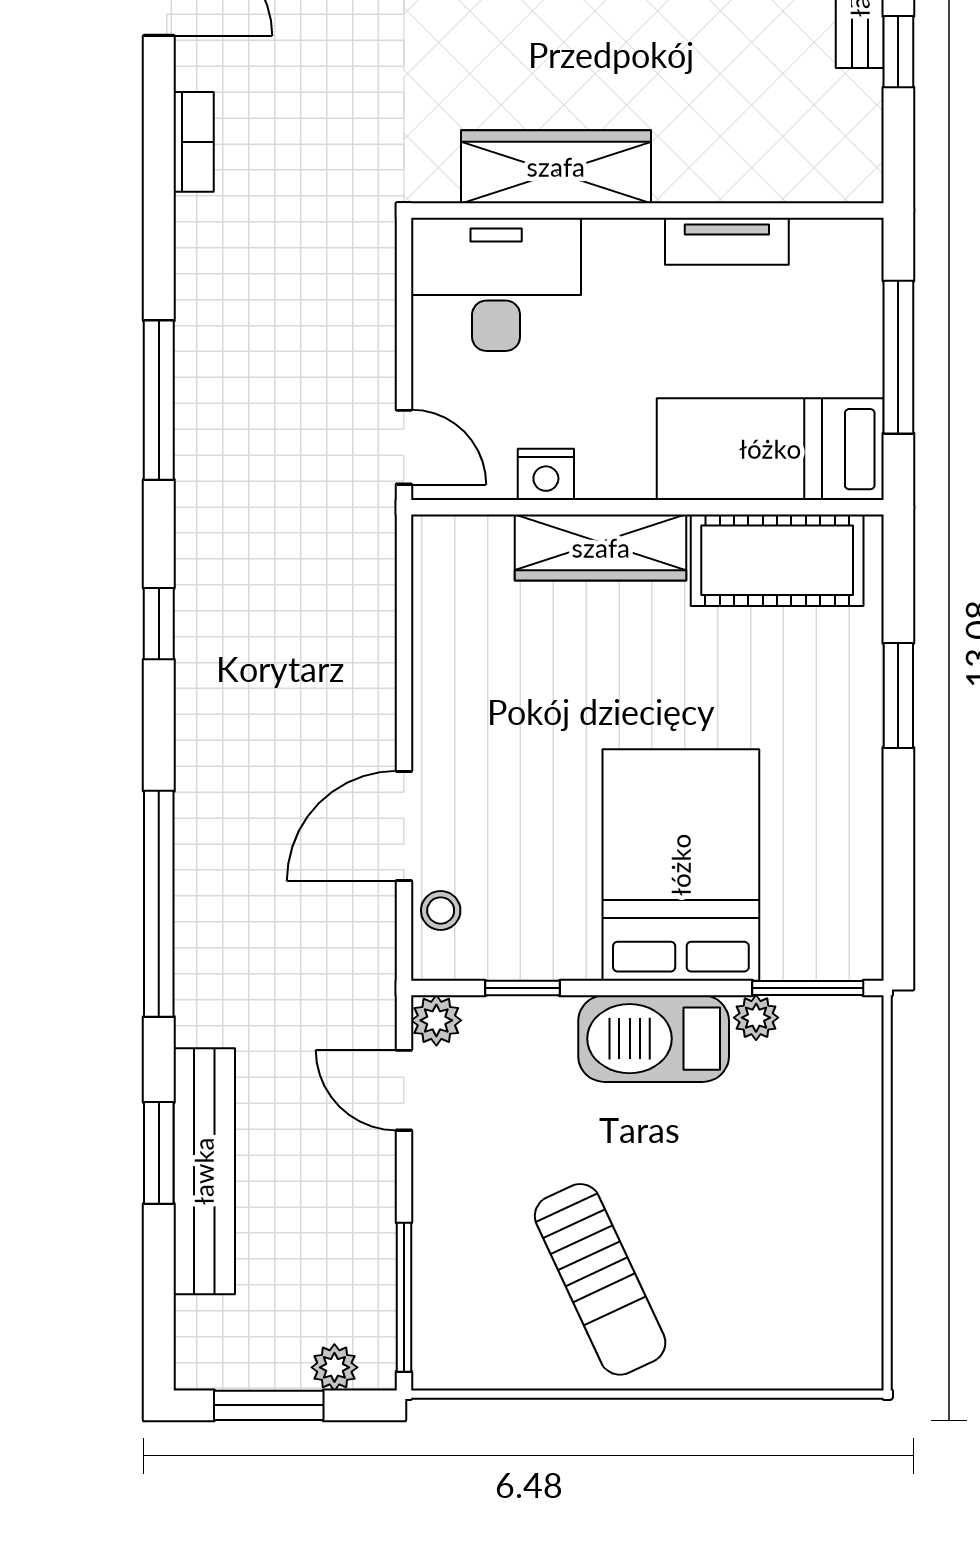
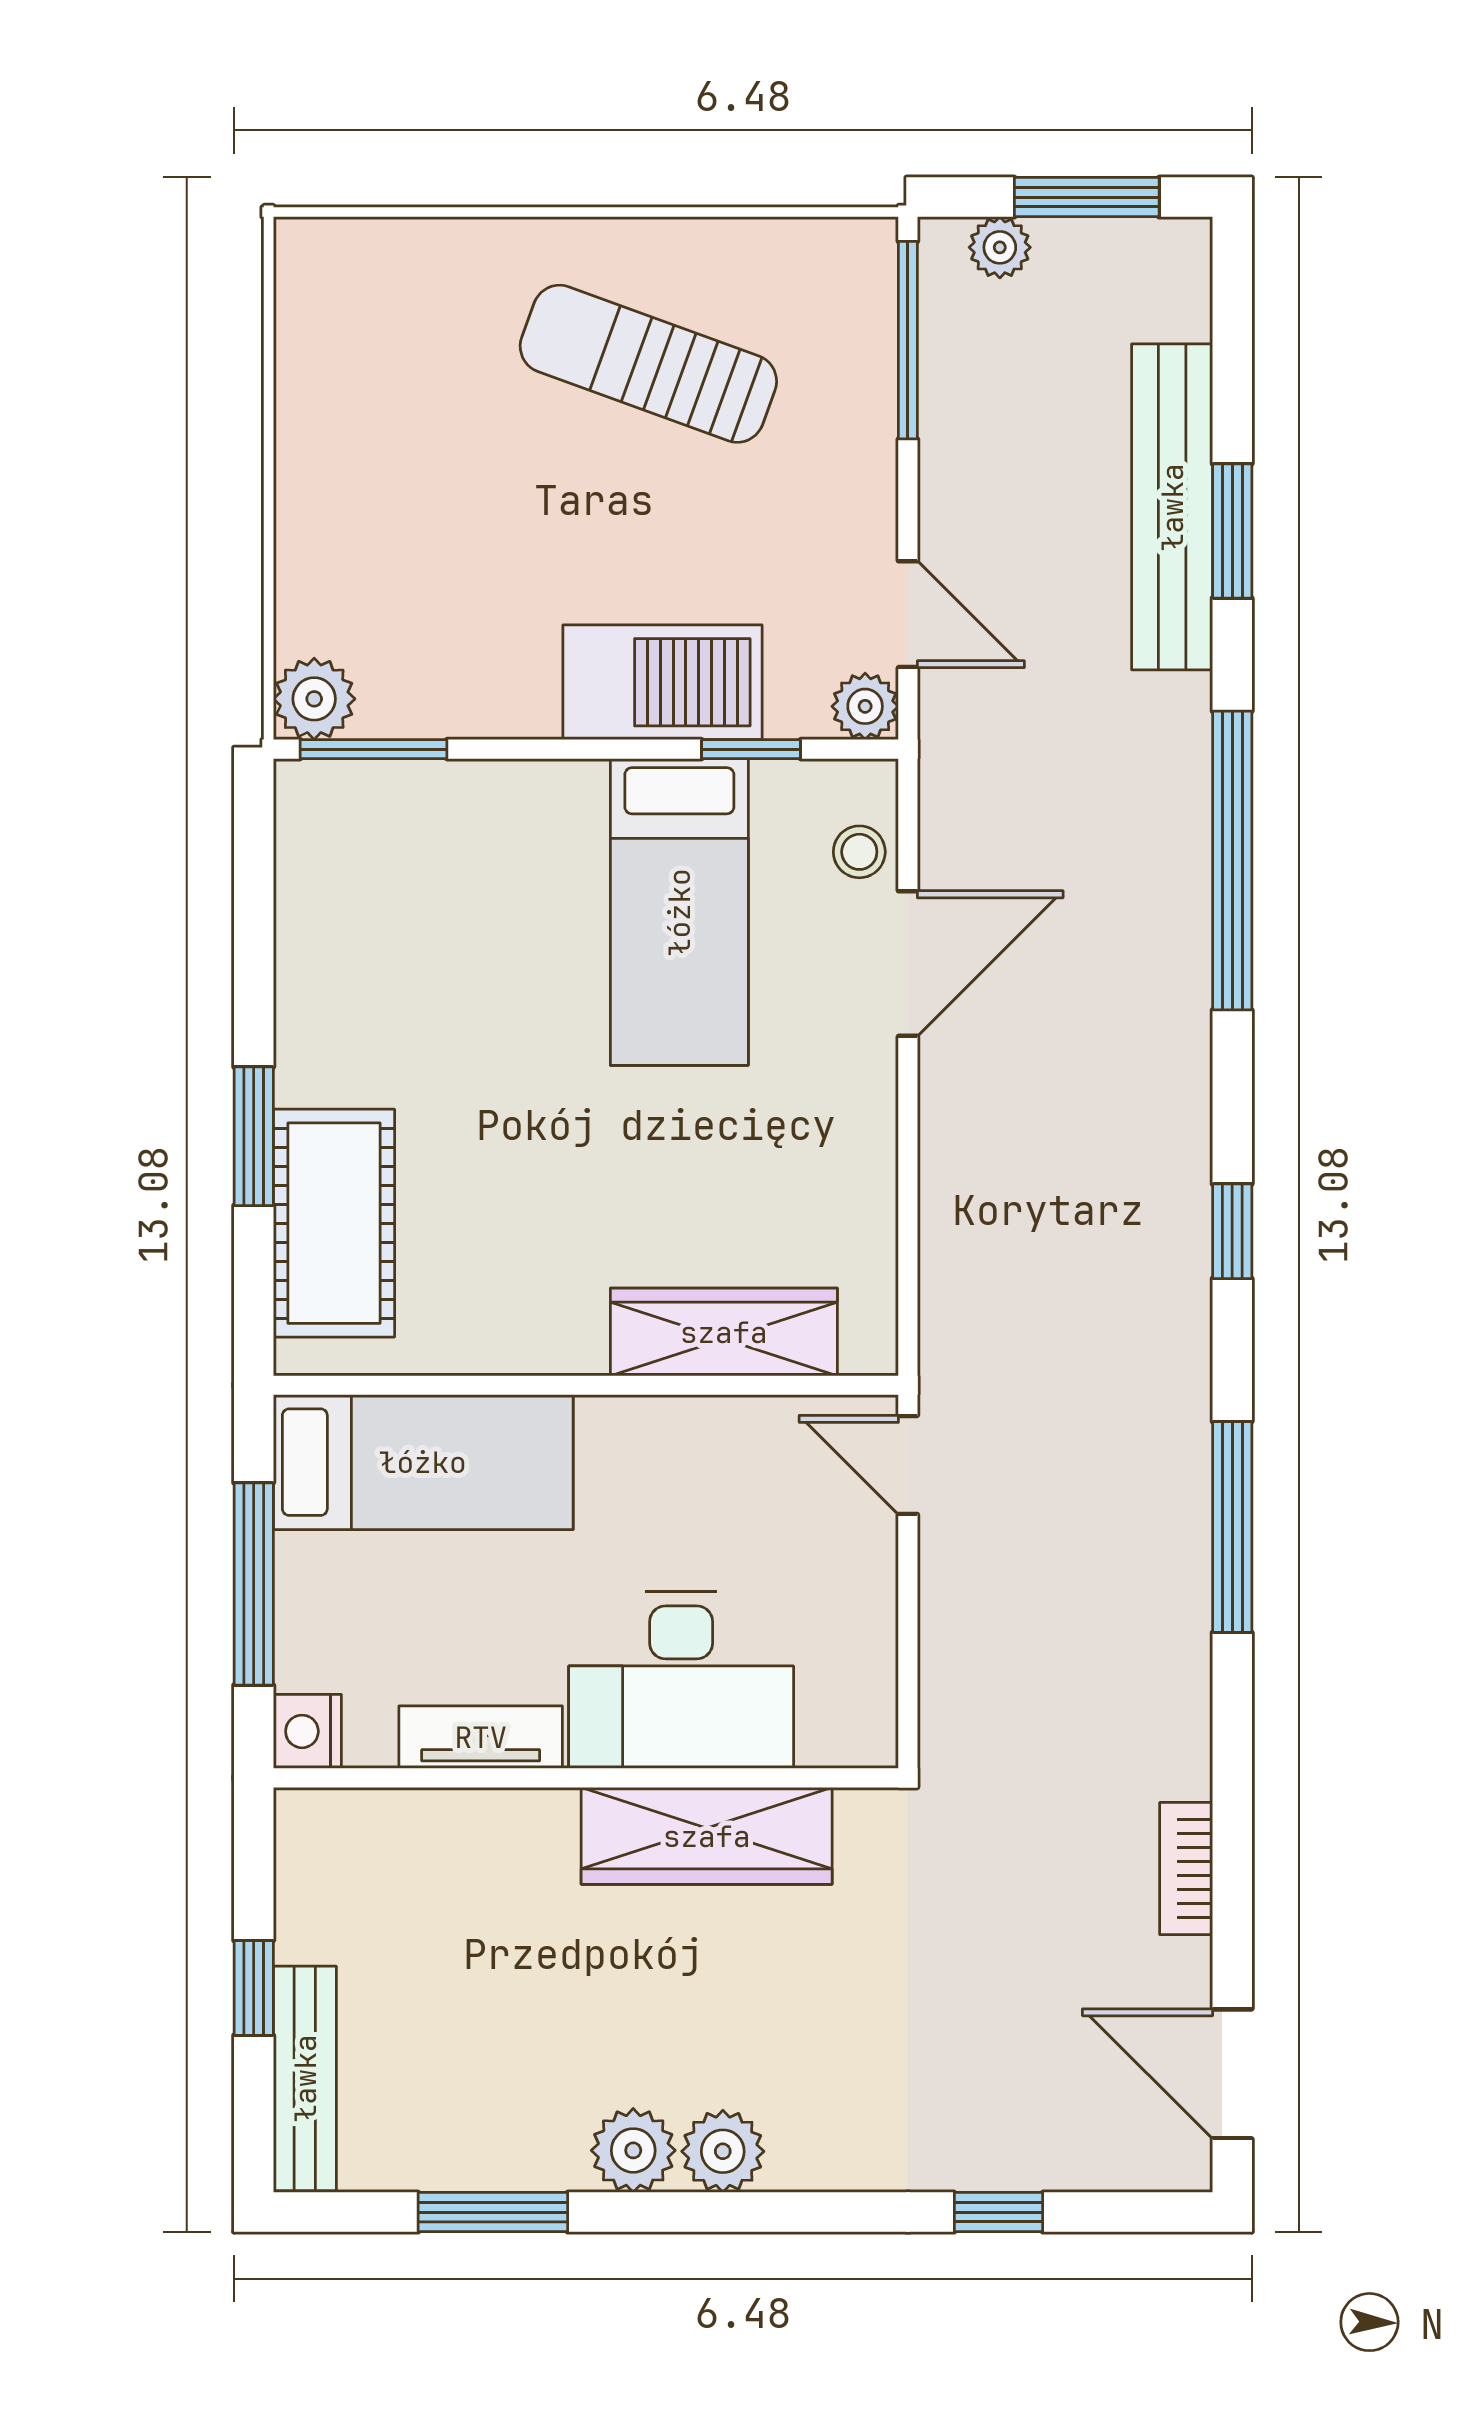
desk: (496, 284) -> (681, 1680), moved
nightstand: (546, 474) -> (307, 1731), moved, turned -90
wardrobe: (601, 548) -> (724, 1332), moved
cot: (777, 560) -> (334, 1223), moved, turned 90
bed: (681, 865) -> (679, 912), moved, width x0.67
plant: (756, 1018) -> (314, 699), moved, width x1.38, depth x1.38
barbecue: (654, 1039) -> (662, 682), moved
sun lounger: (600, 1279) -> (648, 364), turned -45

